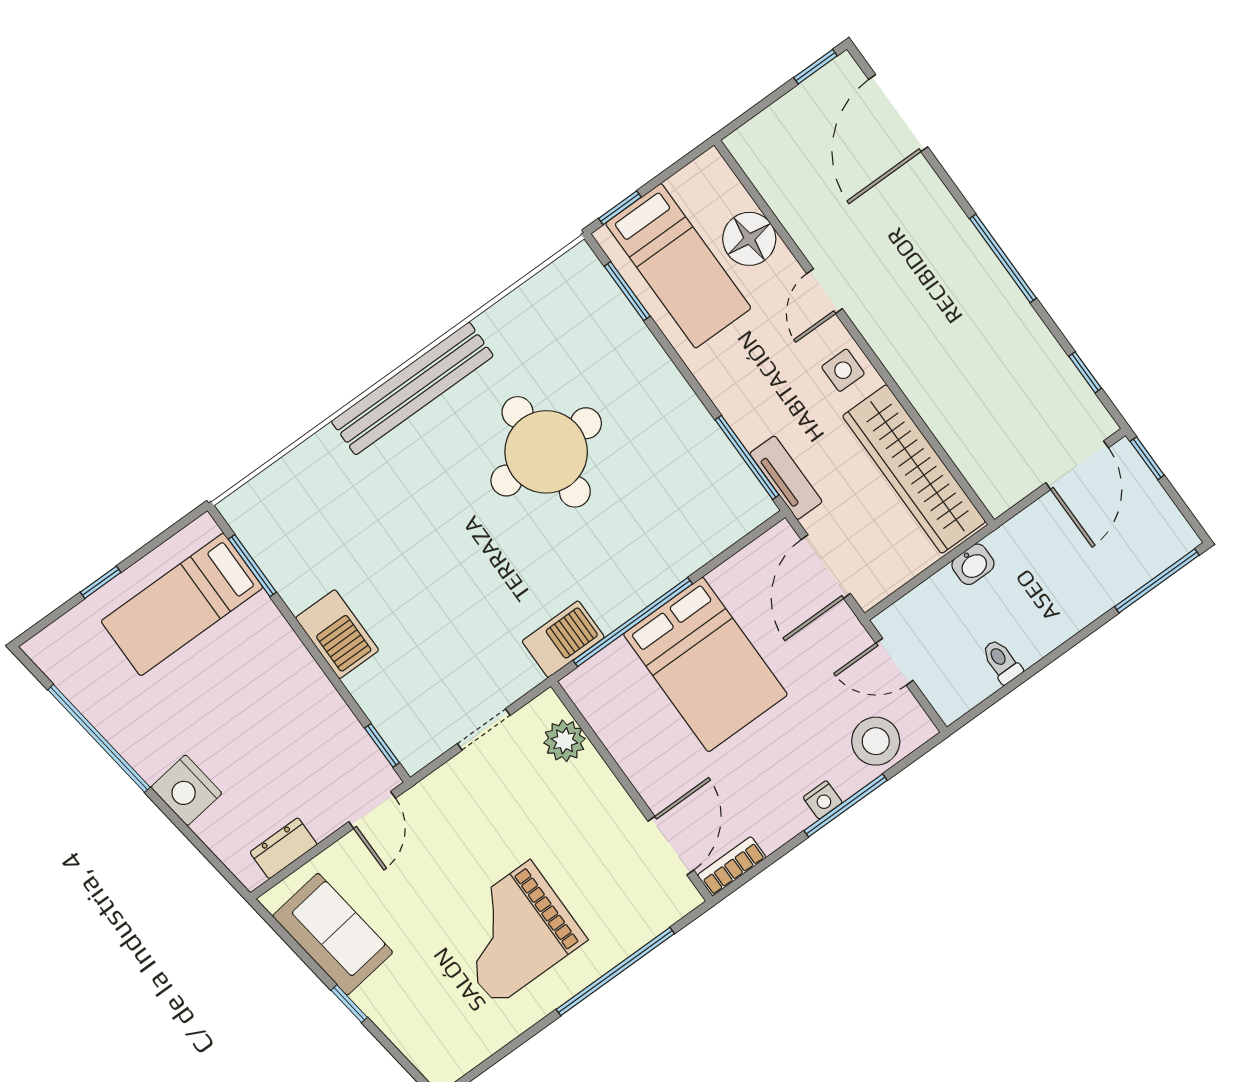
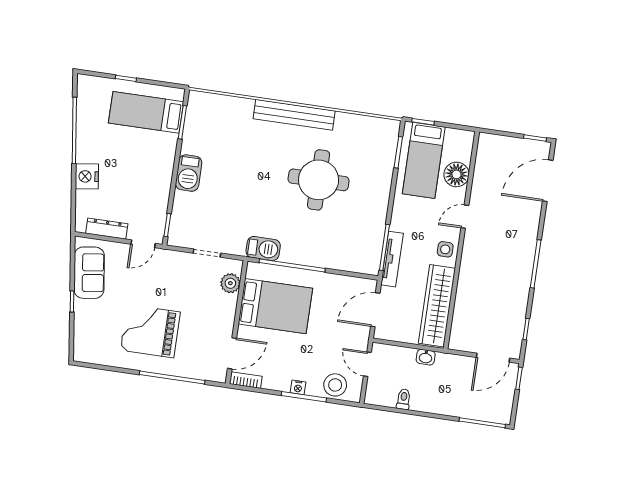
tv unit: (786, 478) -> (392, 259), width x1.41
bed: (705, 664) -> (275, 306), moved, turned -90
dresser: (284, 848) -> (107, 229), width x1.44

